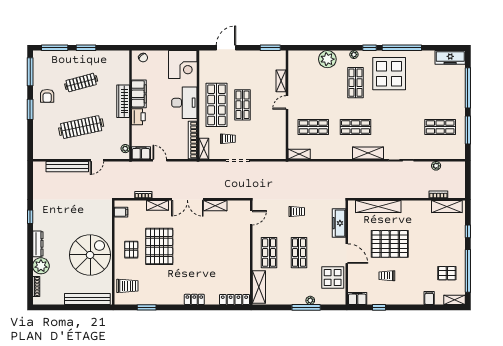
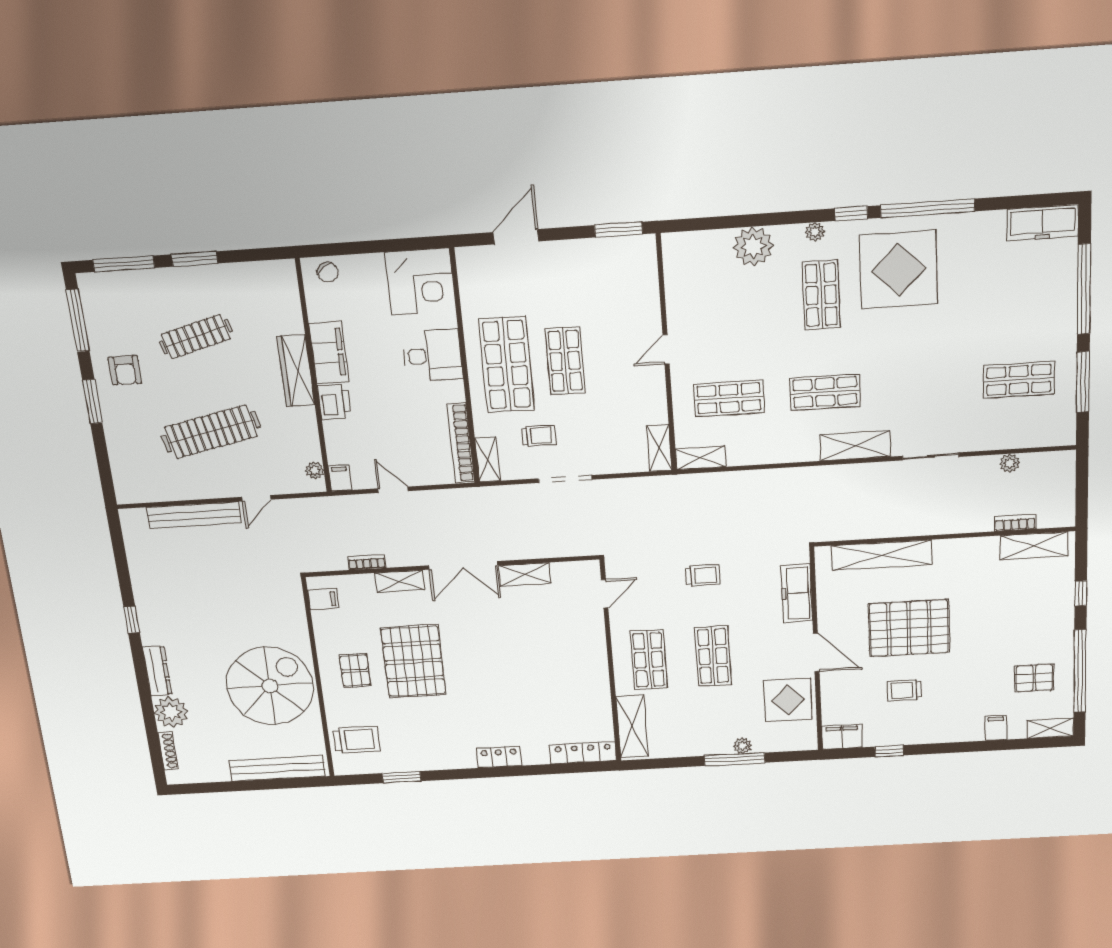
shelving: (281, 81) -> (659, 448), moved
desk: (184, 103) -> (432, 356), width x0.73
filing cabinet: (141, 153) -> (340, 478), width x0.50

